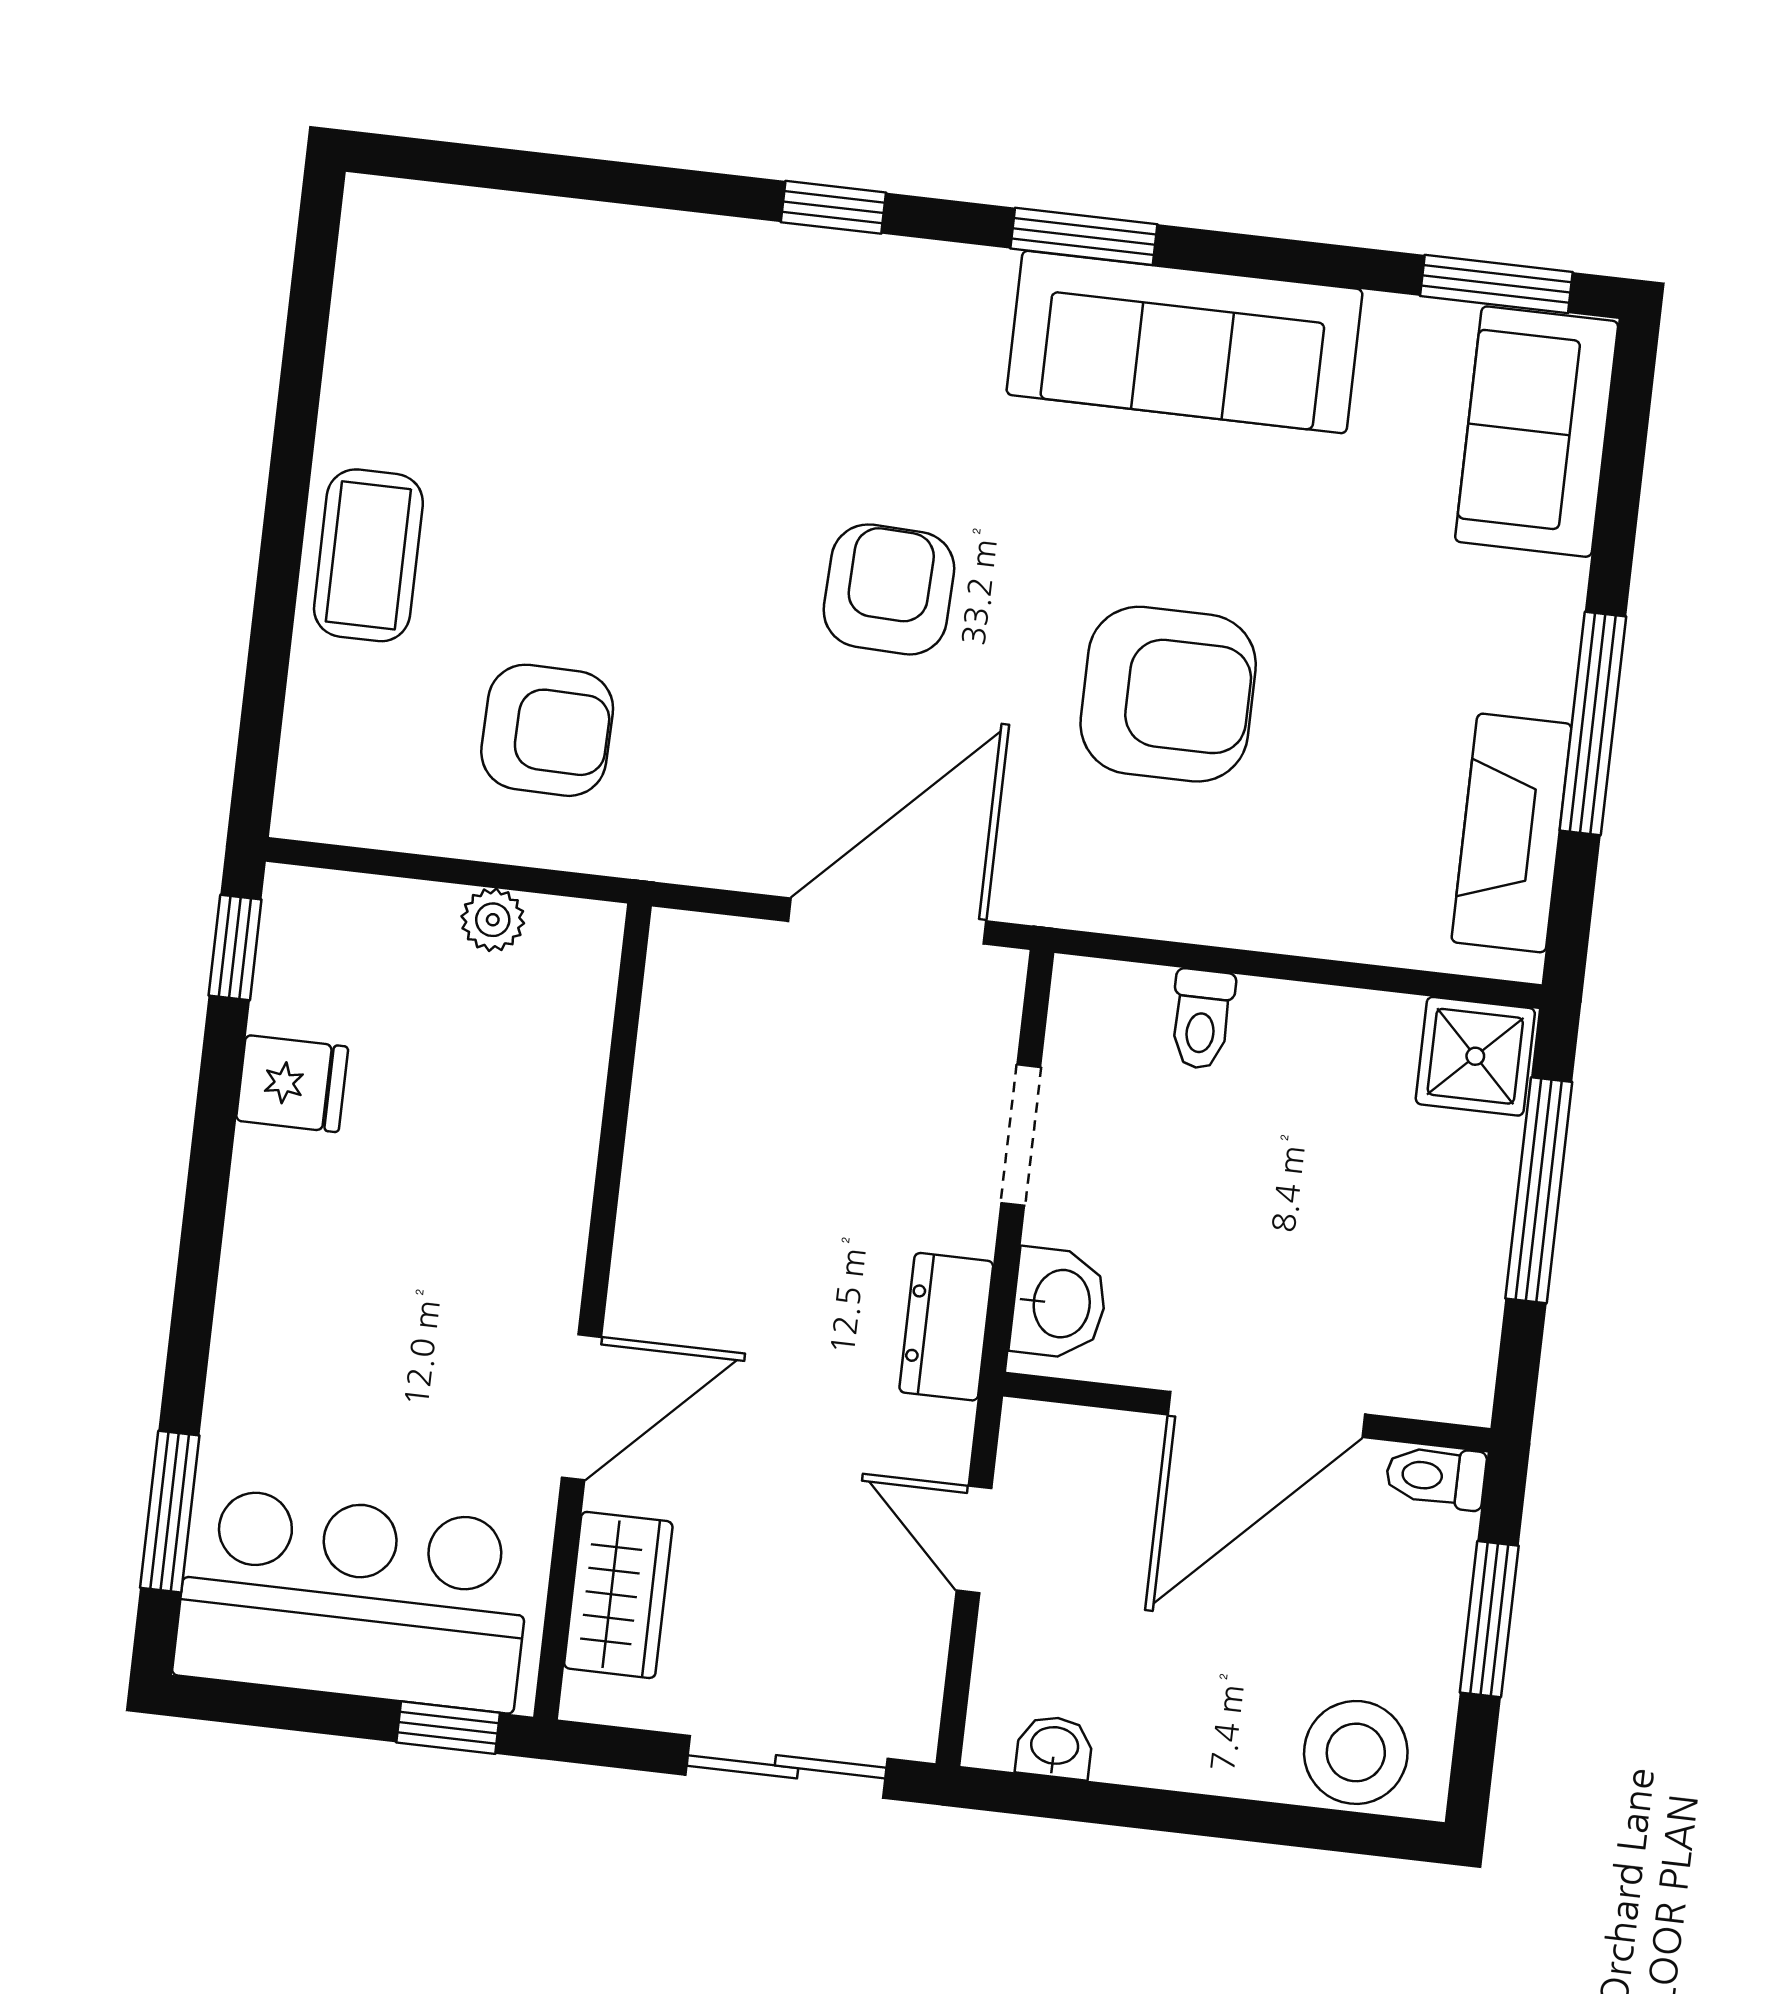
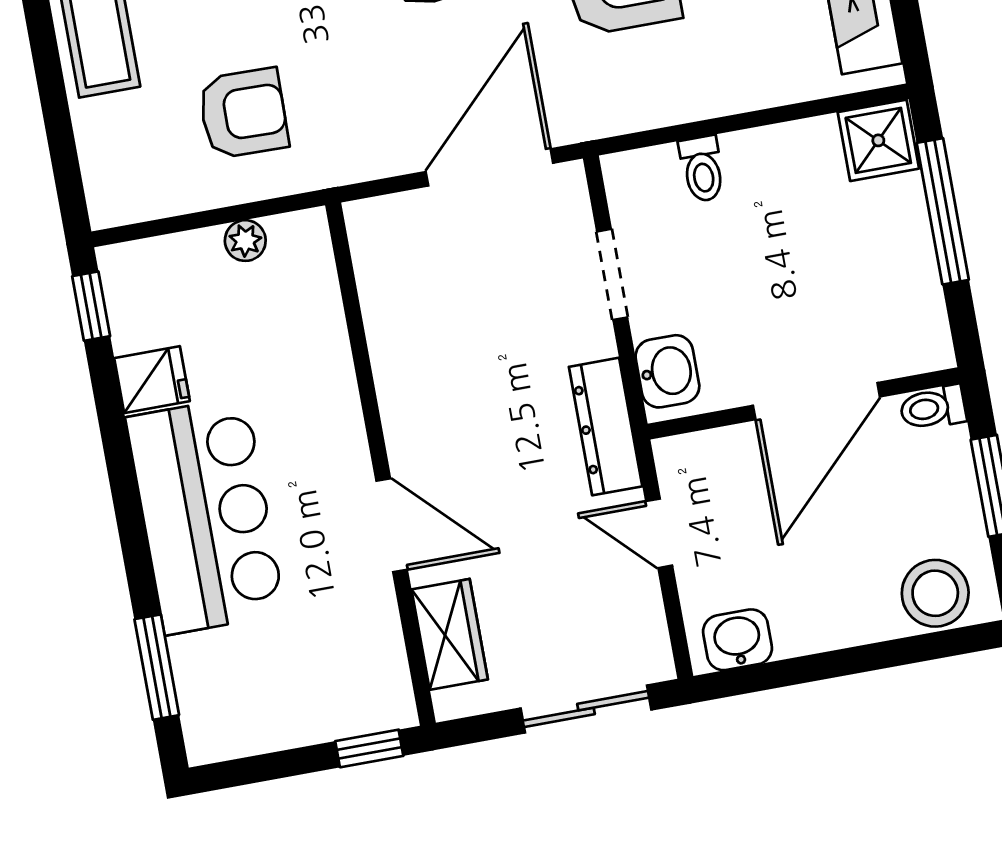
dresser: (946, 1327) -> (606, 427), width x1.44
door: (581, 1407) -> (392, 525), hinge flipped
bar counter: (353, 1600) -> (205, 516), moved, turned 90
washbasin: (1054, 1747) -> (737, 640), width x1.38, depth x1.45

